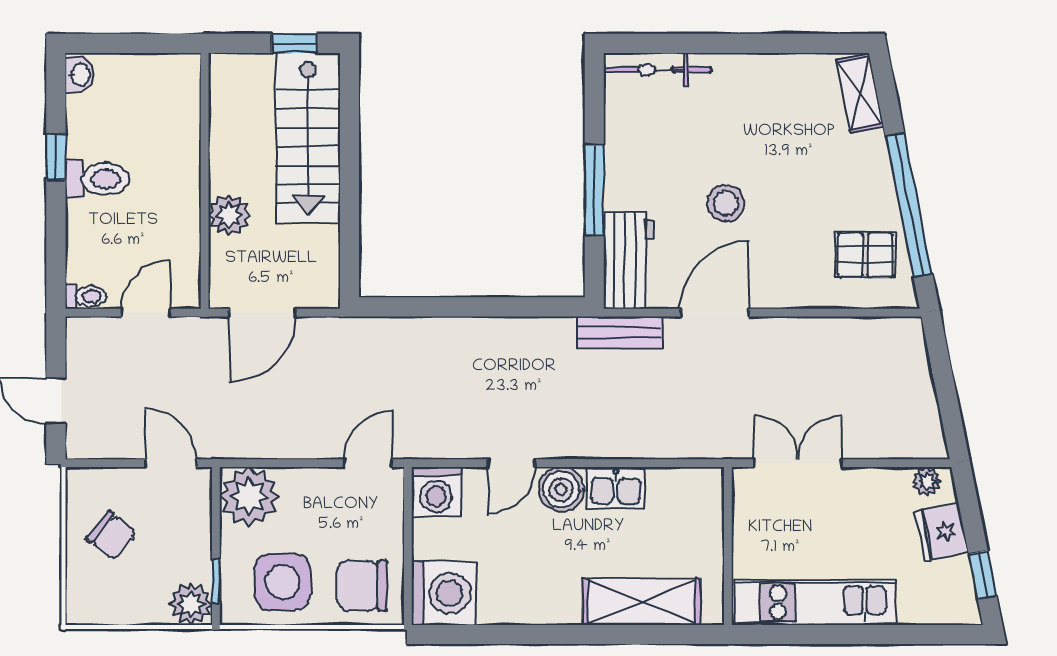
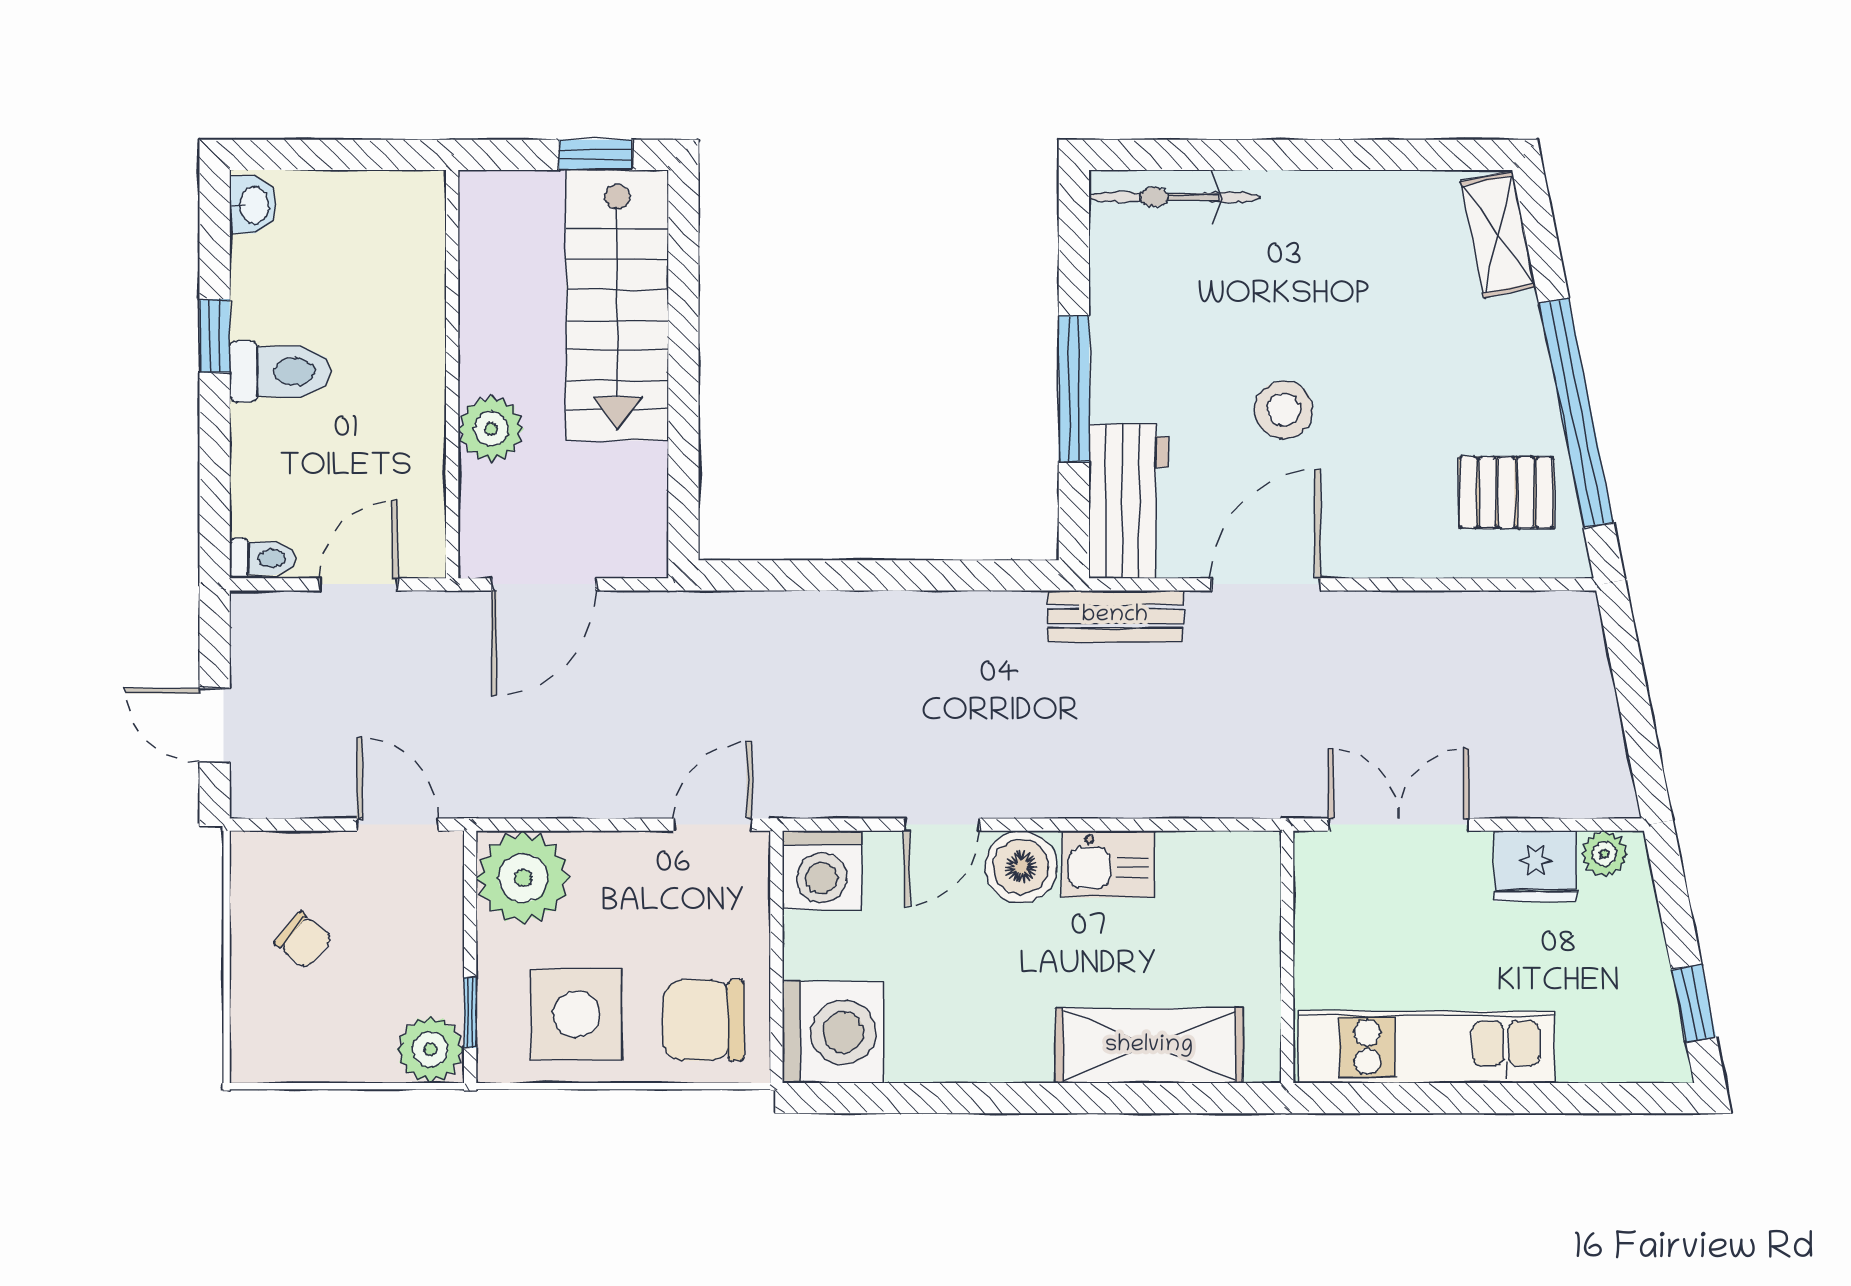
fridge: (942, 532) -> (1536, 866), moved, turned -79
chair: (111, 535) -> (303, 940), width x0.73, depth x0.73

